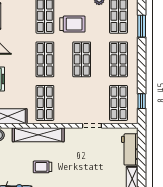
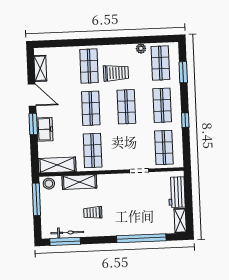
window: (142, 101) -> (185, 120), moved
shelving: (38, 135) -> (79, 182), width x0.68

